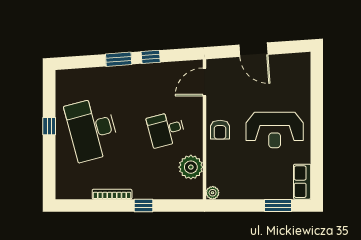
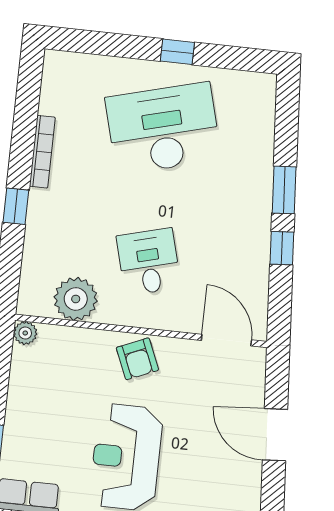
door: (253, 50) -> (275, 435), hinge flipped
armchair: (220, 130) -> (137, 359), turned -113

